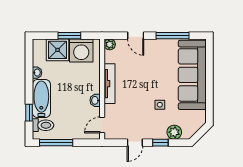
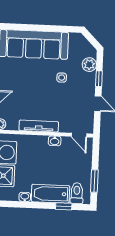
window: (56, 143) -> (94, 181), width x0.69

